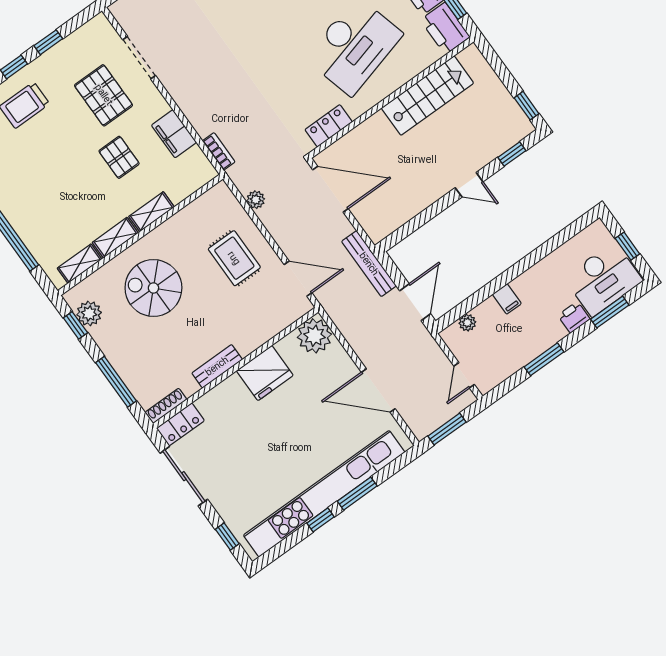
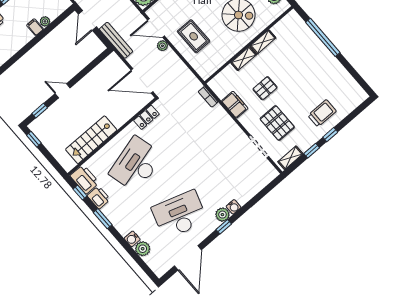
pallet: (119, 157) -> (265, 88), turned 90
plant: (256, 200) -> (162, 46), moved
shelving: (80, 264) -> (290, 158), moved
plant: (467, 323) -> (45, 21), moved

